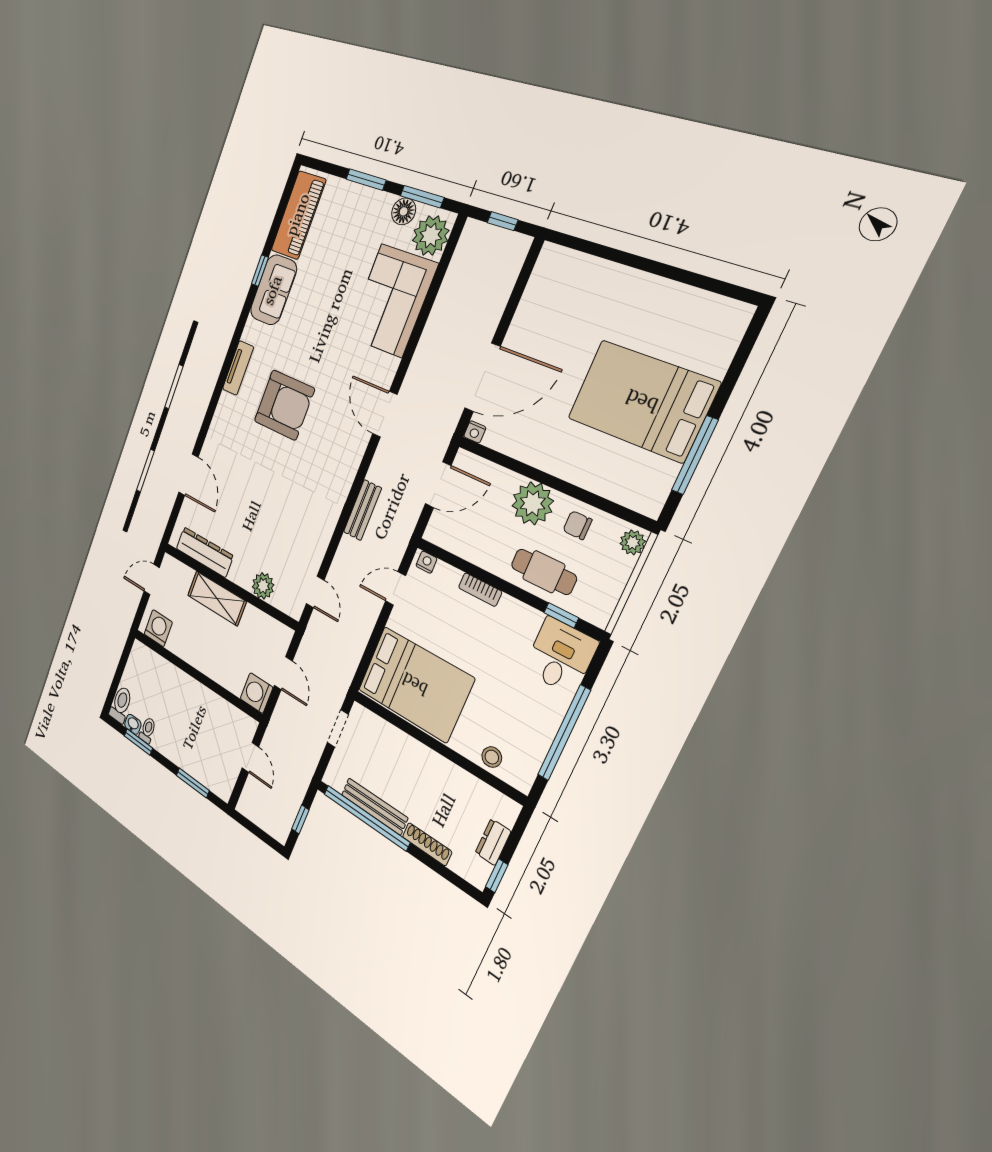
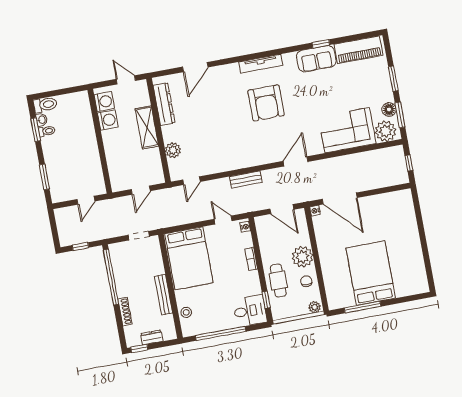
tv unit: (238, 368) -> (261, 64), width x1.41
washing machine: (257, 693) -> (108, 120), moved, turned 90
bench: (374, 806) -> (164, 295), moved

